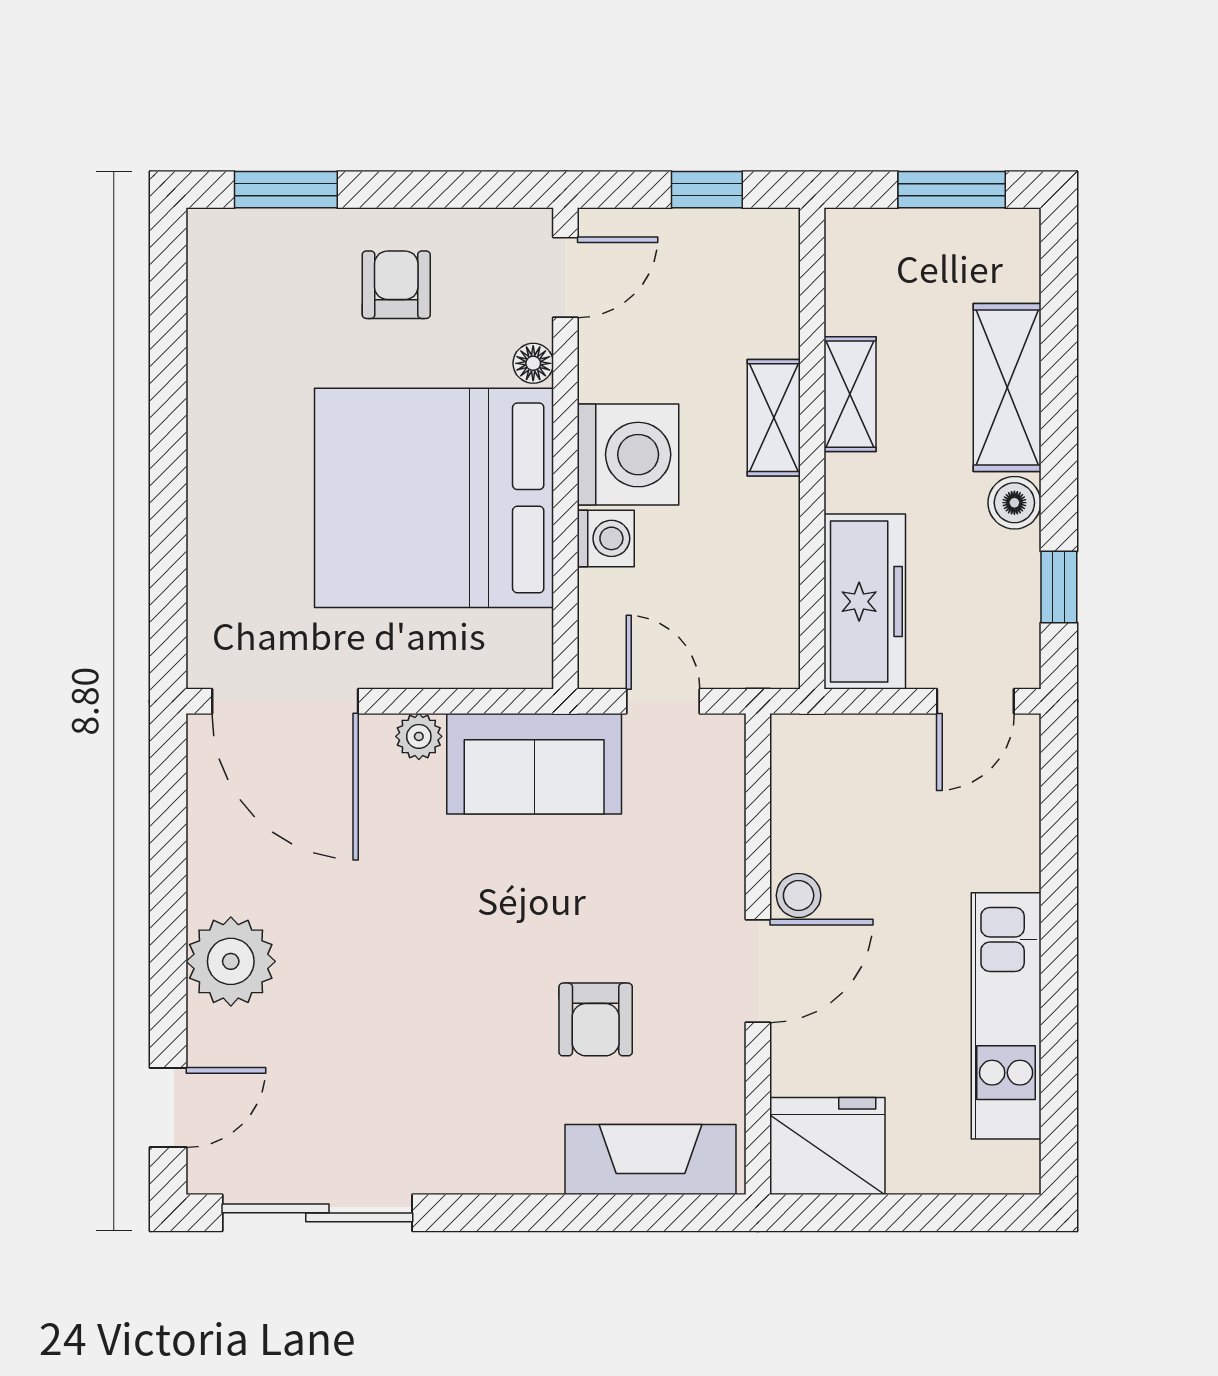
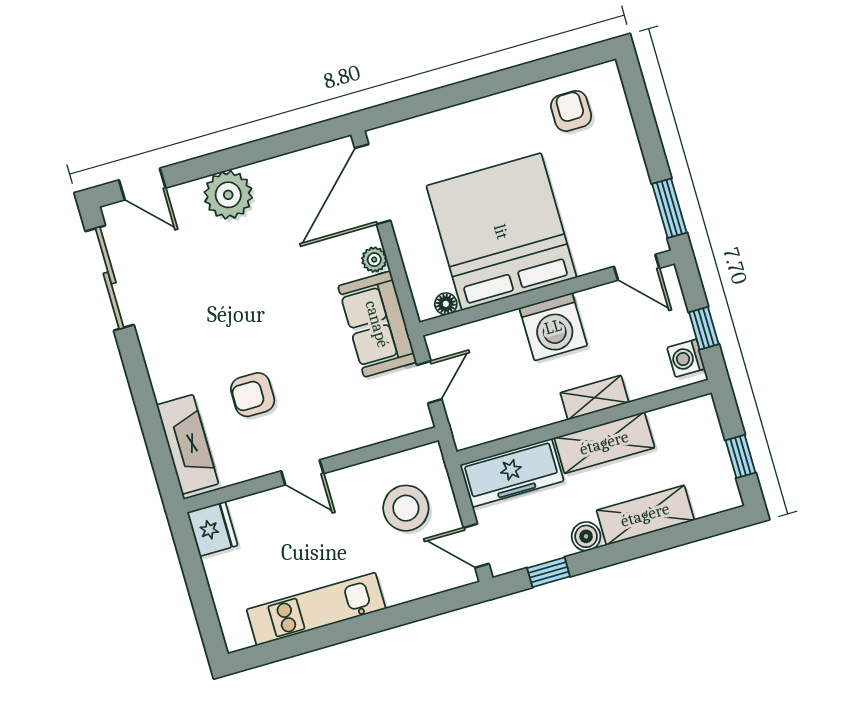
window: (286, 190) -> (669, 208), moved
window: (952, 190) -> (741, 456), width x0.67
armchair: (396, 285) -> (571, 111), moved, turned -90
floor lamp: (533, 363) -> (446, 304), moved
shelving: (850, 394) -> (604, 443), width x1.50, depth x1.33
washing machine: (606, 538) -> (686, 358), moved, turned 90
stool: (799, 895) -> (406, 508), moved, width x1.89, depth x1.89
door: (758, 971) -> (302, 472), width x0.73
fridge: (827, 1146) -> (212, 529), width x0.73, depth x0.75

